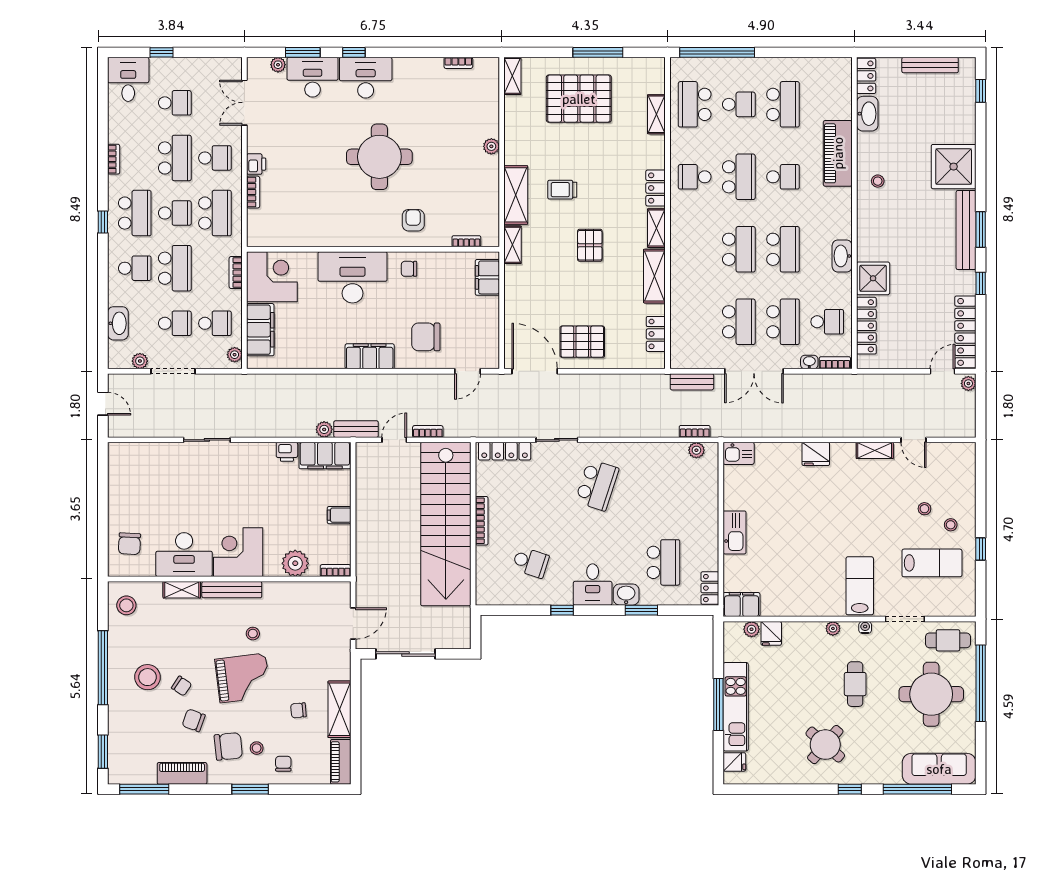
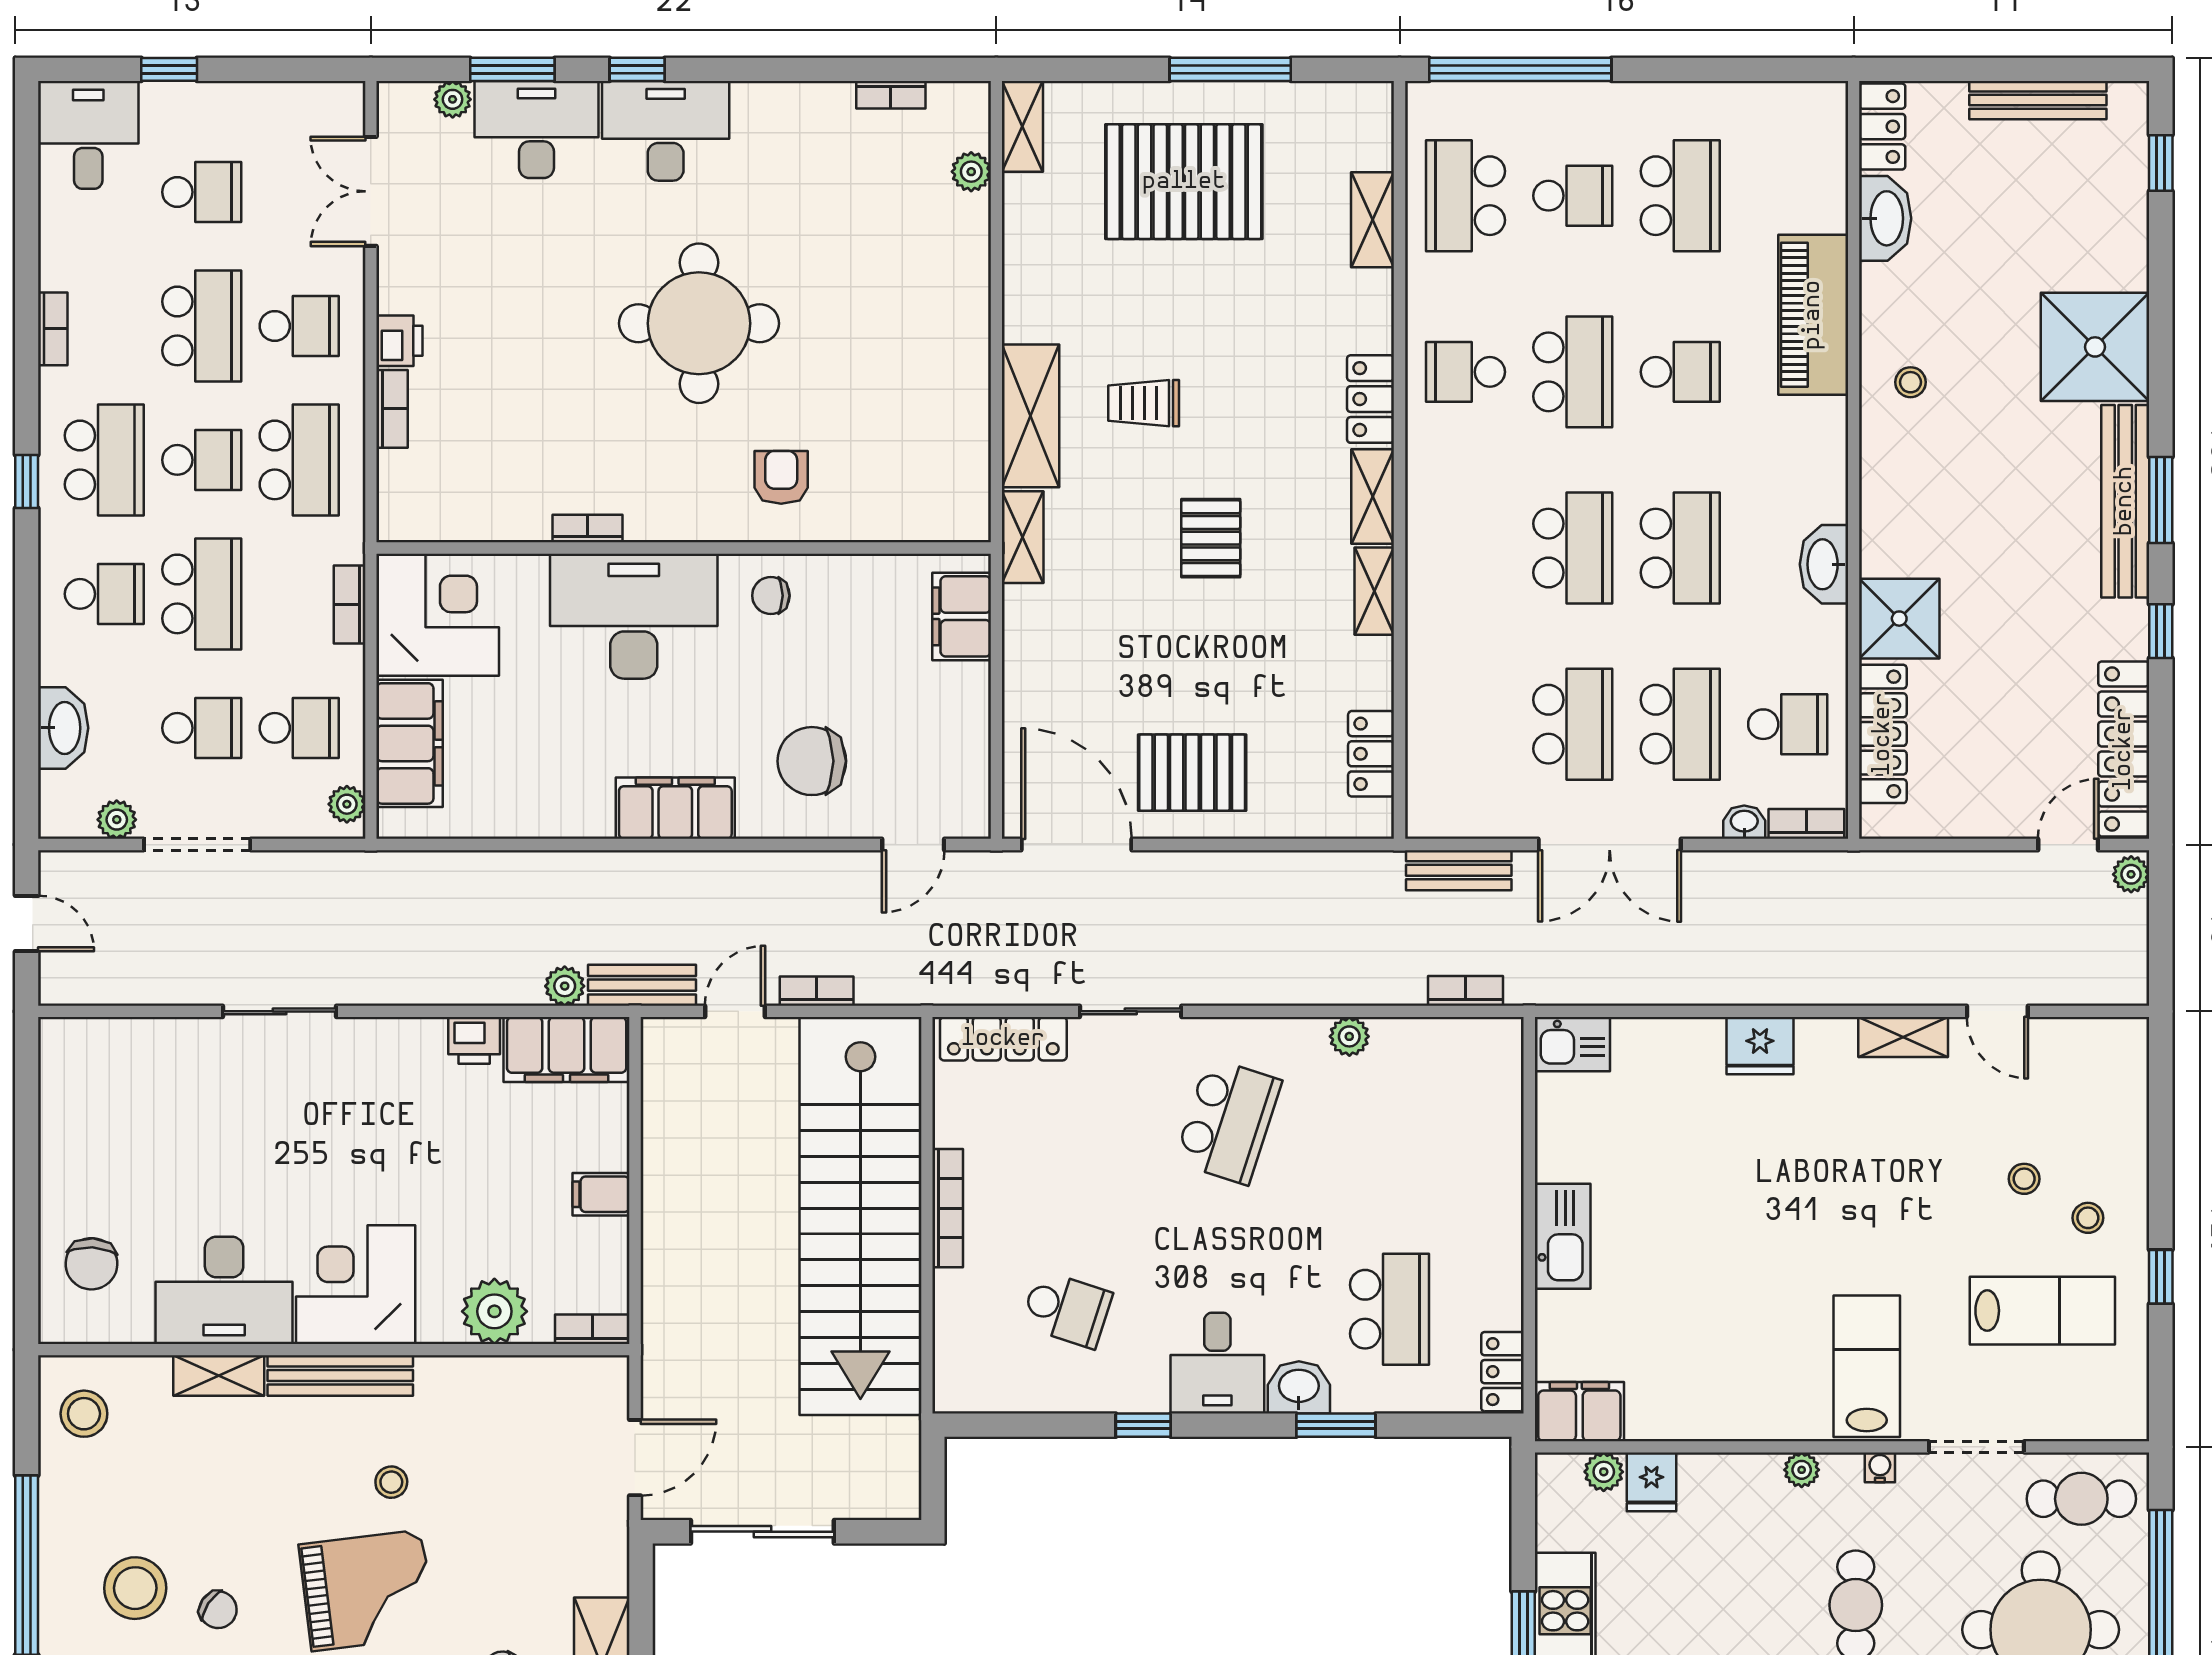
plant: (491, 146) -> (971, 172), moved
bookcase: (466, 241) -> (587, 529), moved
shelving: (654, 276) -> (1374, 591), width x0.67, depth x0.75
plant: (696, 450) -> (1349, 1036), moved

